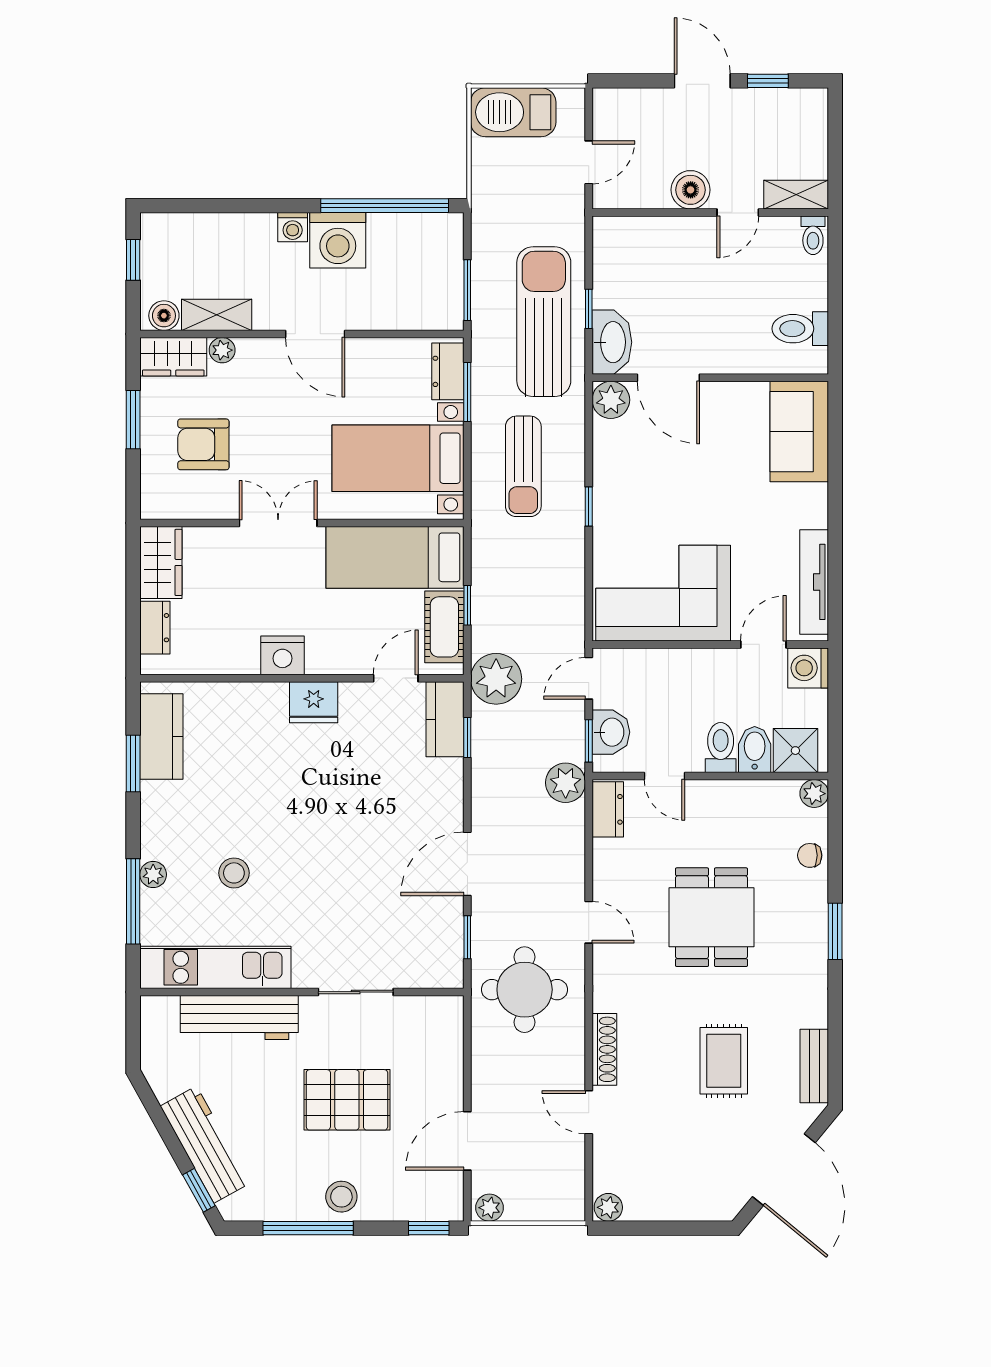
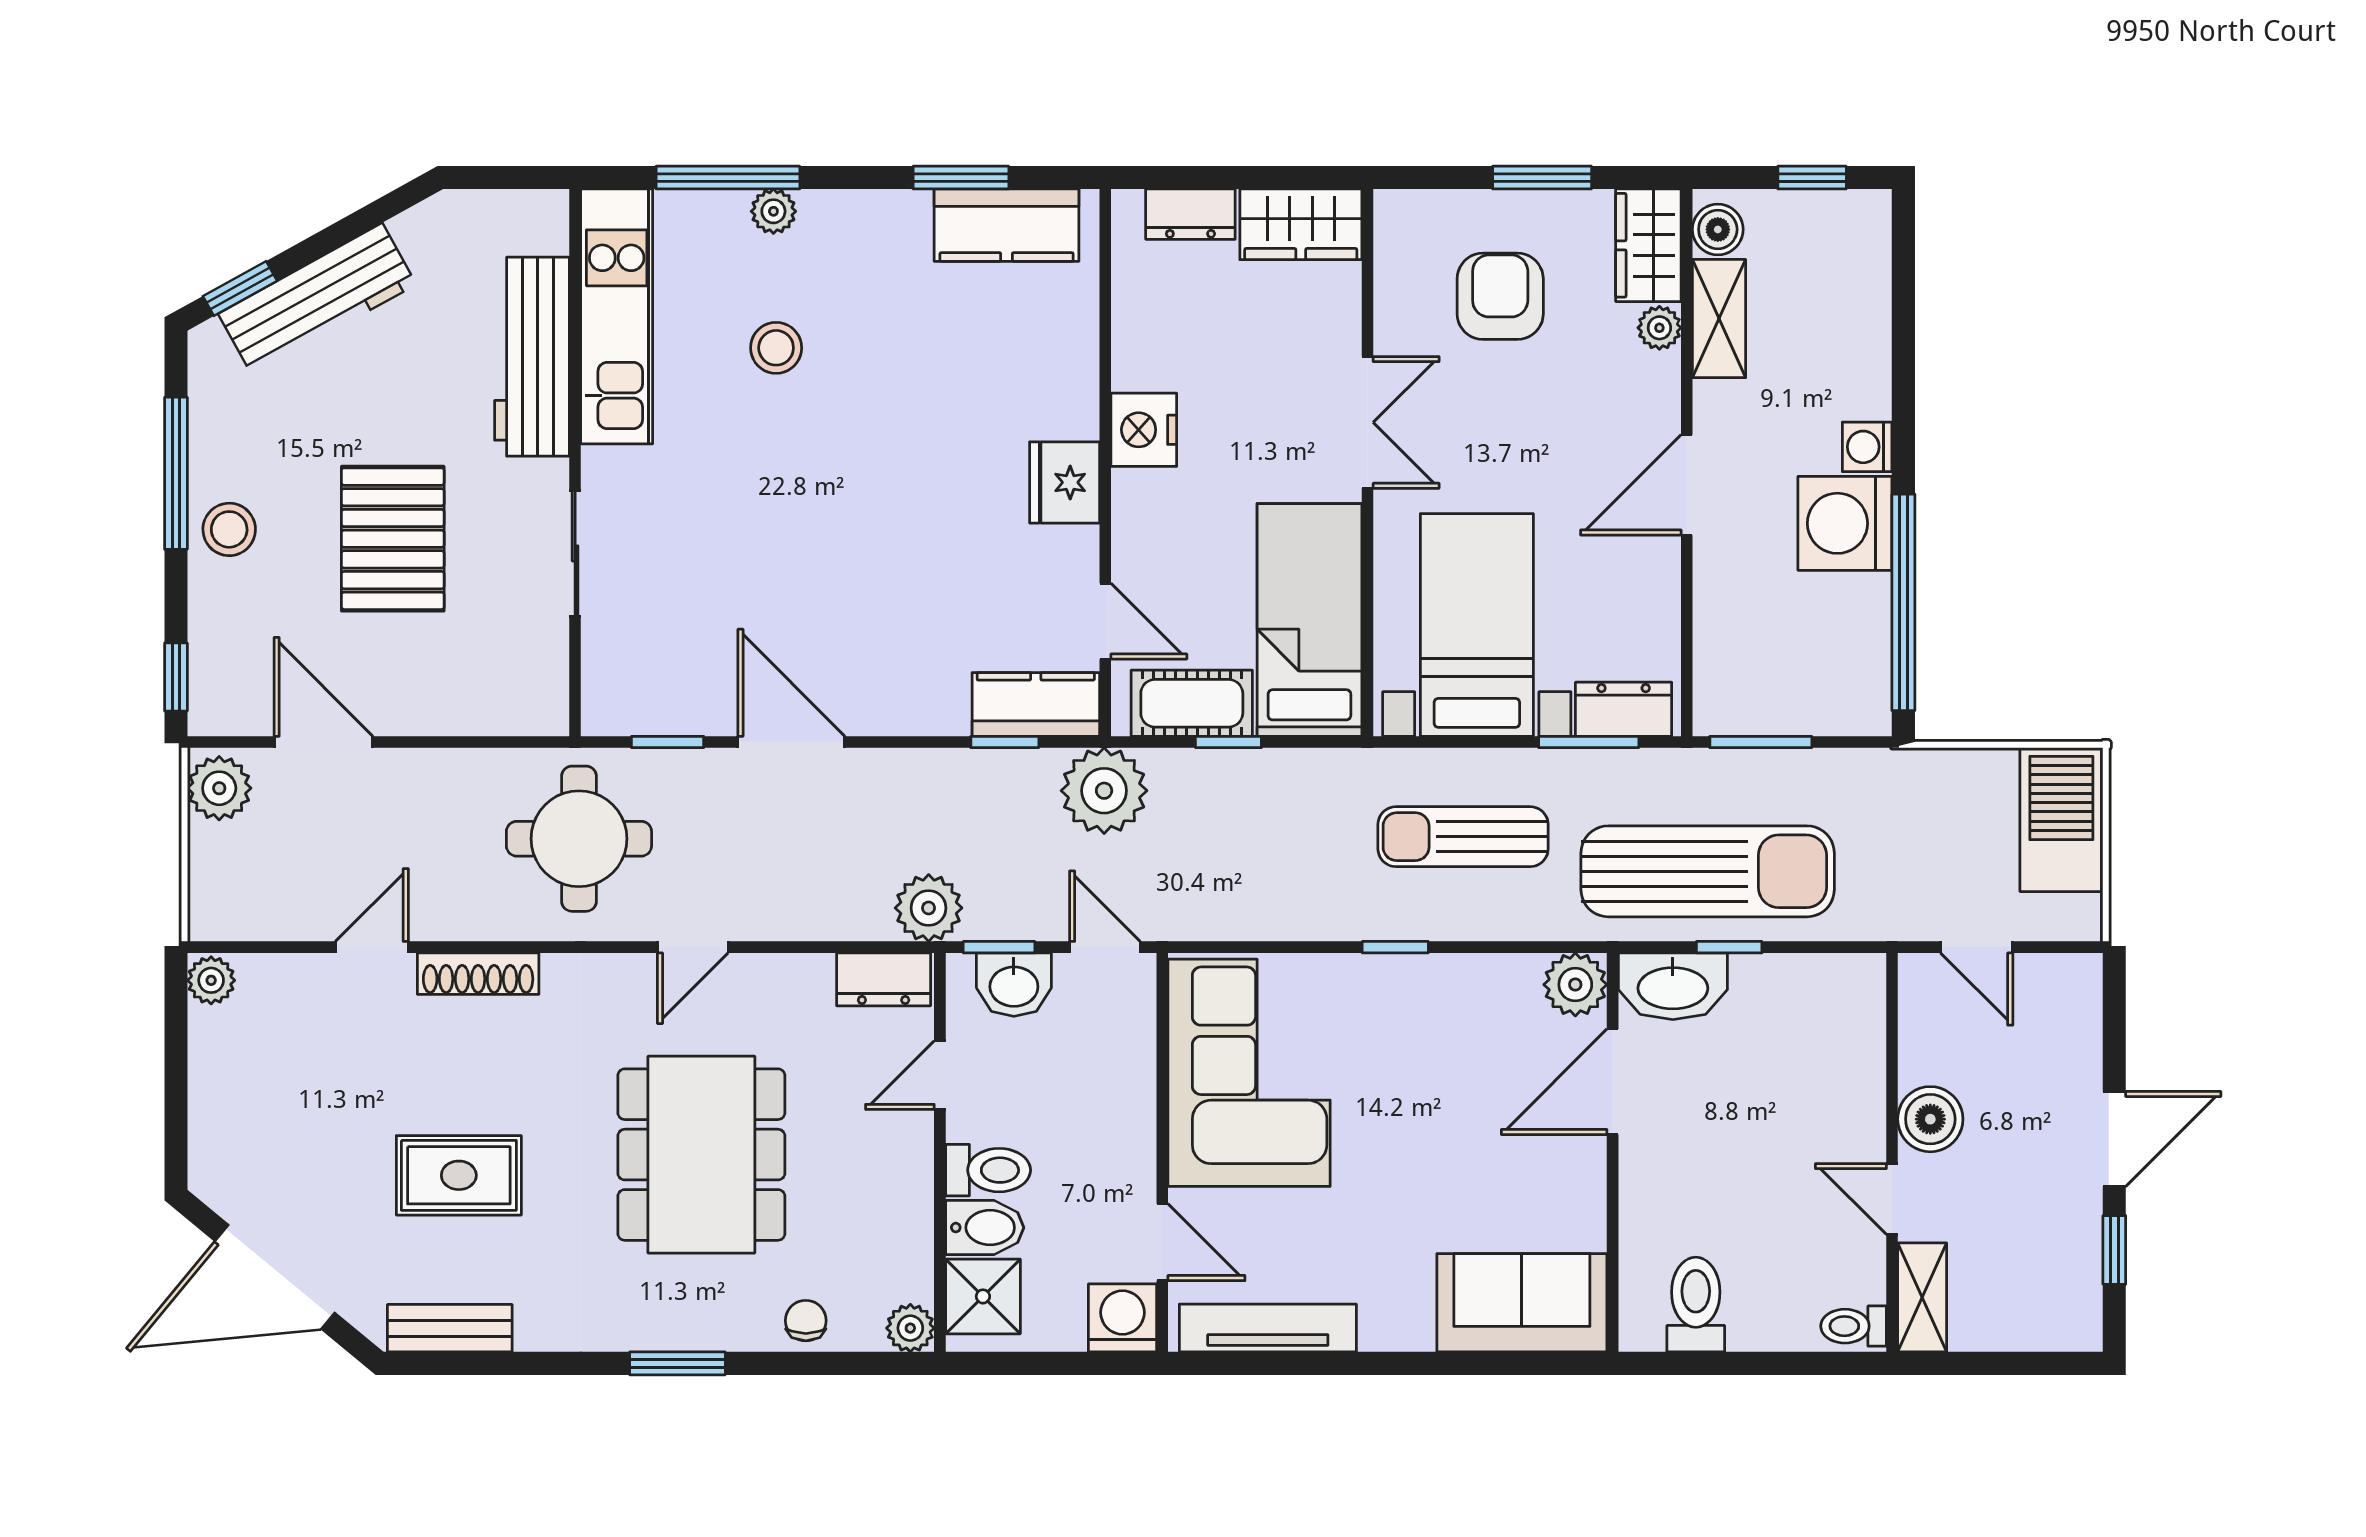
dining table: (711, 917) -> (701, 1155), width x1.38
plant: (489, 1208) -> (219, 788), width x1.38, depth x1.38

